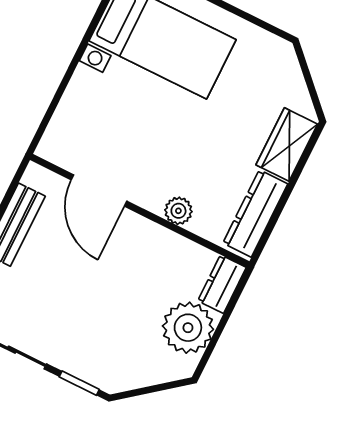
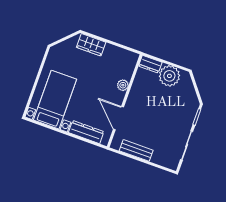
door: (99, 191) -> (118, 118), swing flipped
dresser: (255, 214) -> (86, 132), moved, turned 180

